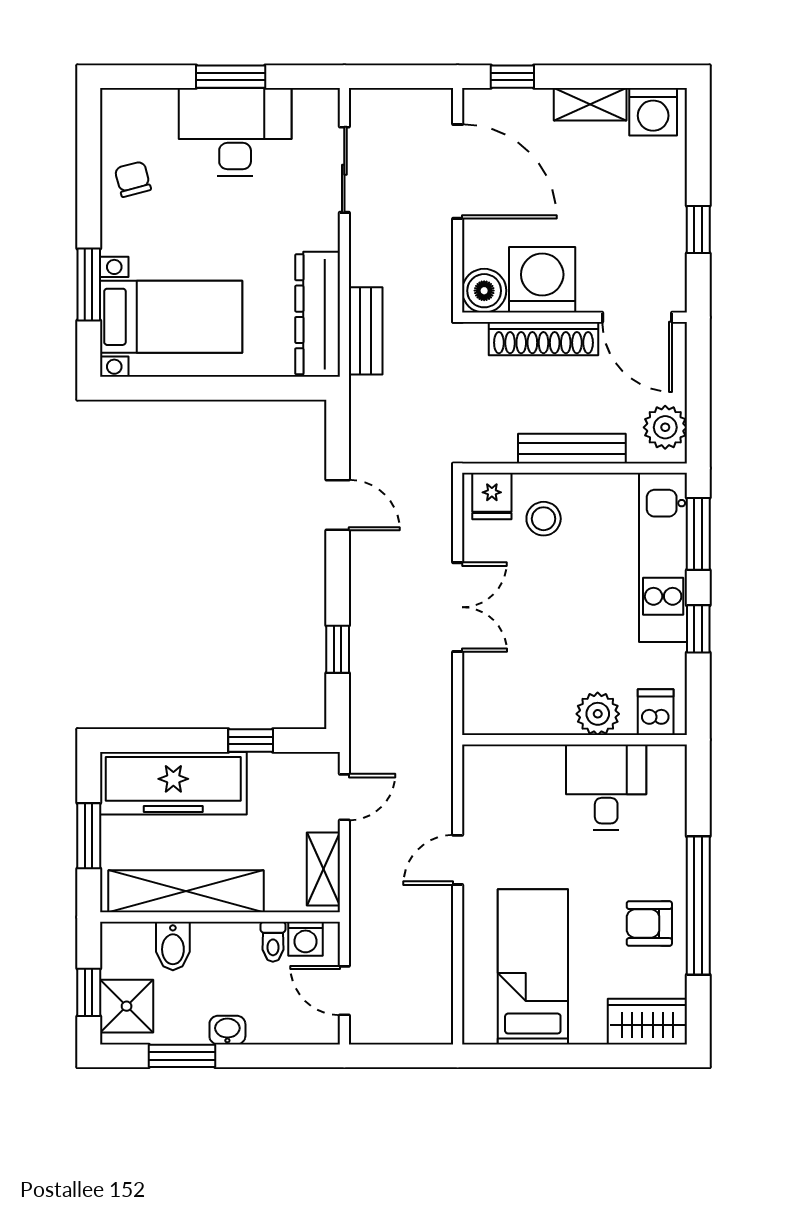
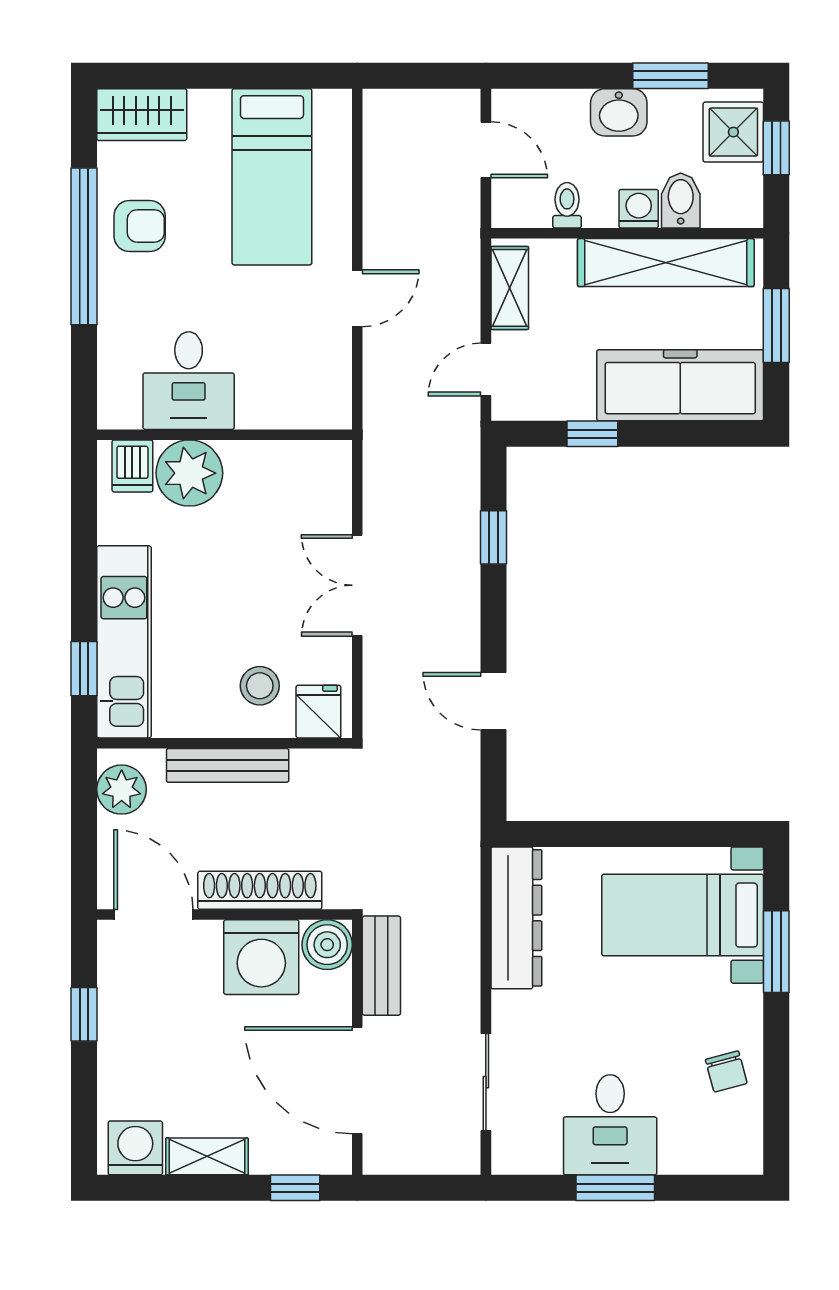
desk: (235, 132) -> (610, 1125), width x0.73
bench: (366, 331) -> (381, 966), moved
window: (698, 534) -> (84, 669), width x0.67
window: (698, 629) -> (84, 561), removed
plant: (598, 714) -> (189, 473), width x1.36, depth x1.36
washing machine: (305, 939) -> (639, 209), moved
washbasin: (227, 1030) -> (619, 112), width x1.38, depth x1.45

